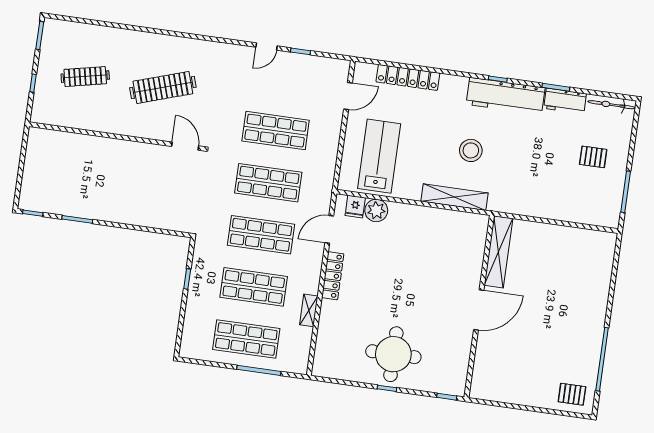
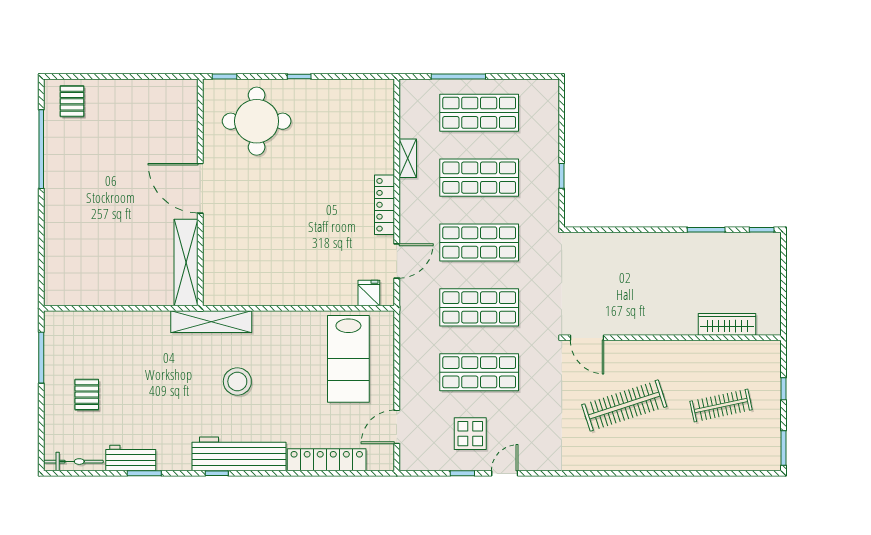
display table: (290, 82) -> (470, 434), added
workbench: (506, 96) -> (239, 454), moved
wardrobe: (71, 141) -> (727, 324), added
pallet: (593, 157) -> (87, 395), turned 90
shelving: (454, 197) -> (211, 322), moved
plant: (376, 210) -> (343, 292), removed
door: (479, 310) -> (200, 188), hinge flipped
round table: (393, 354) -> (257, 121), moved
pallet: (572, 394) -> (72, 101), turned 90

